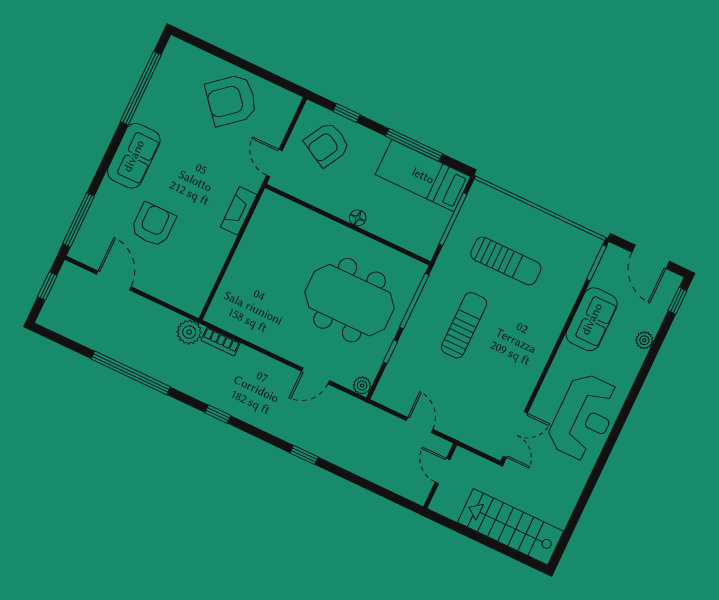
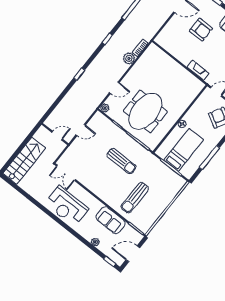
bed: (423, 176) -> (184, 150), moved
sun lounger: (506, 261) -> (135, 198), moved
plant: (189, 332) -> (129, 58), moved
door: (315, 376) -> (114, 88), swing flipped

